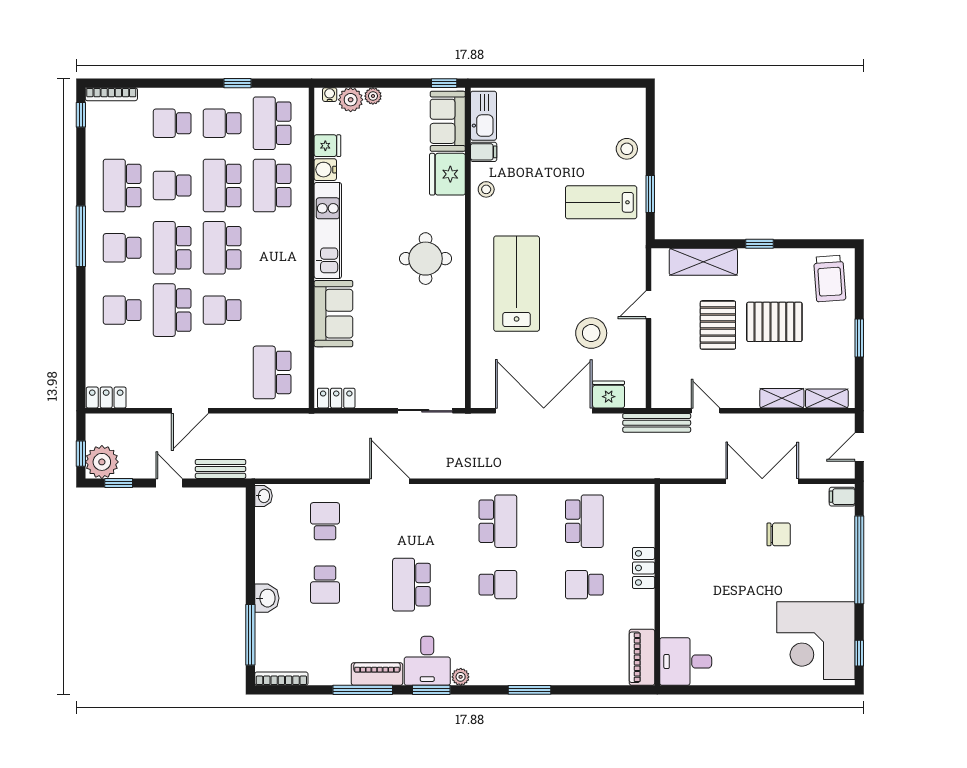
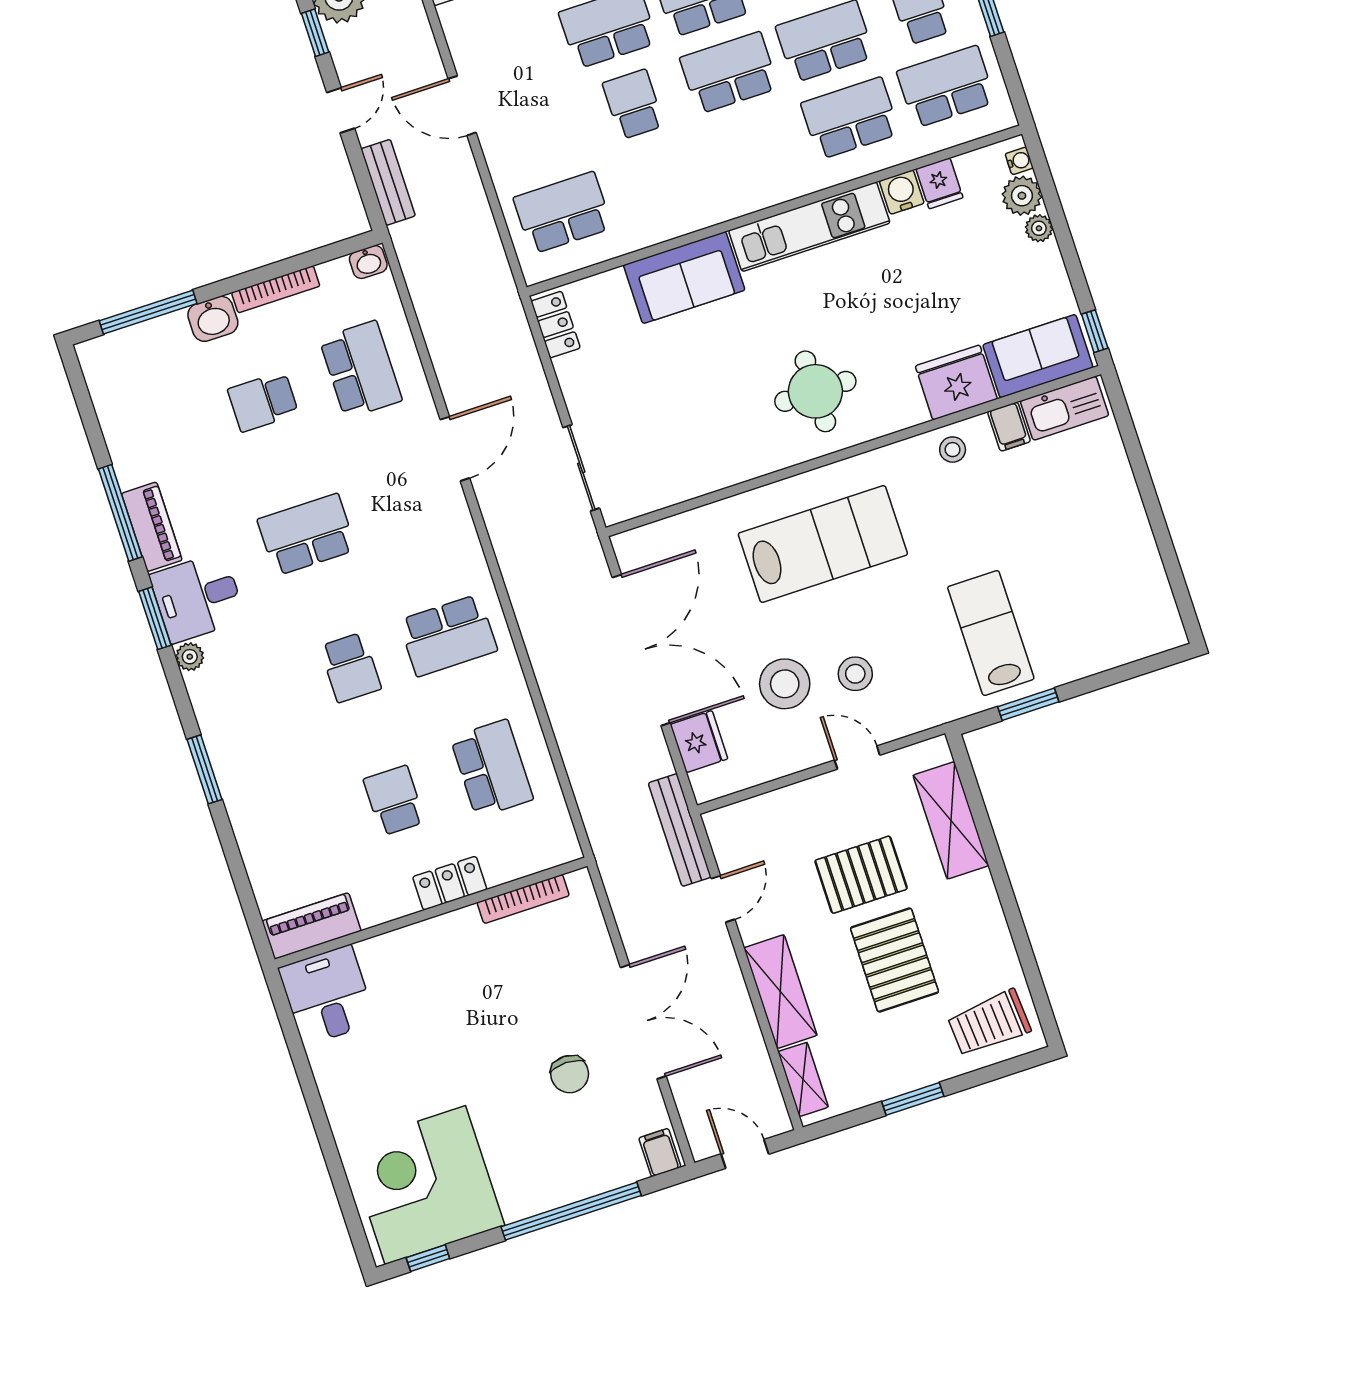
stool: (627, 149) -> (855, 674), moved
window: (760, 244) -> (1007, 898), removed
shelving: (782, 398) -> (780, 992), width x1.50, depth x1.33
school desk: (325, 521) -> (361, 370), width x1.85
school desk: (584, 521) -> (492, 768), turned -90
bookcase: (667, 528) -> (523, 899), added
bookcase: (281, 679) -> (276, 289), moved, turned 90

